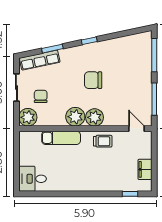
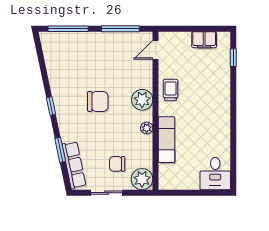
chair: (93, 80) -> (98, 101), turned -90
plant: (75, 117) -> (147, 128), width x0.53, depth x0.53

